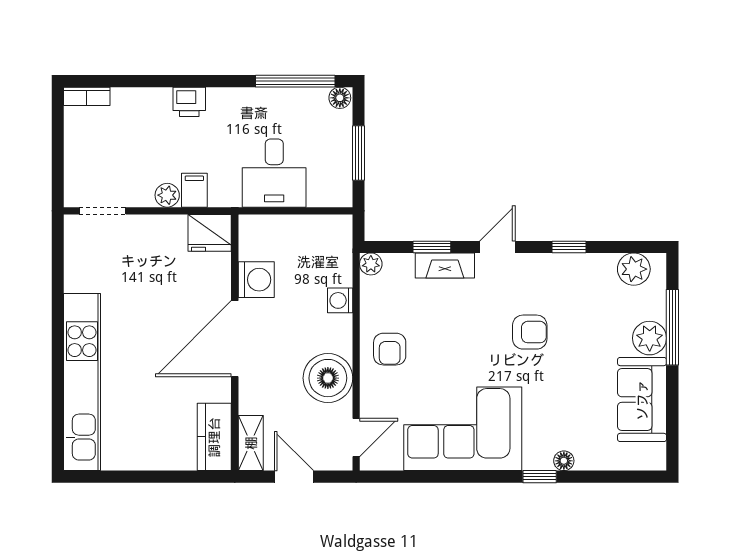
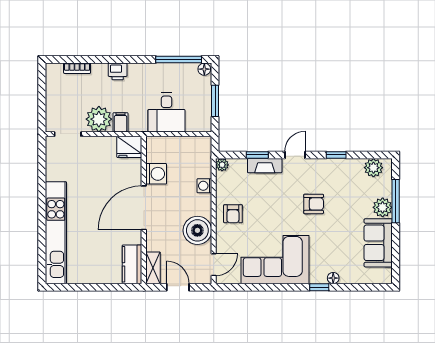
bookcase: (87, 96) -> (77, 68), moved
plant: (167, 195) -> (99, 119), width x1.88, depth x1.88

